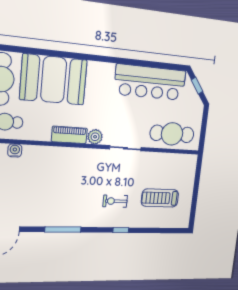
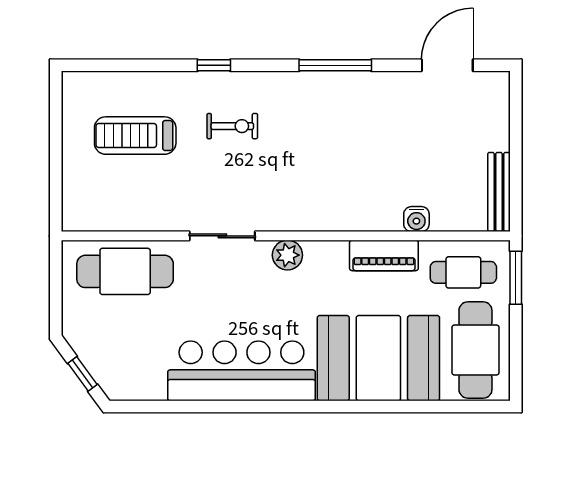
bar counter: (150, 82) -> (241, 371), moved
piano: (69, 135) -> (384, 255), moved
water cooler: (15, 151) -> (416, 219), moved
treadmill: (160, 198) -> (135, 136), turned 180

